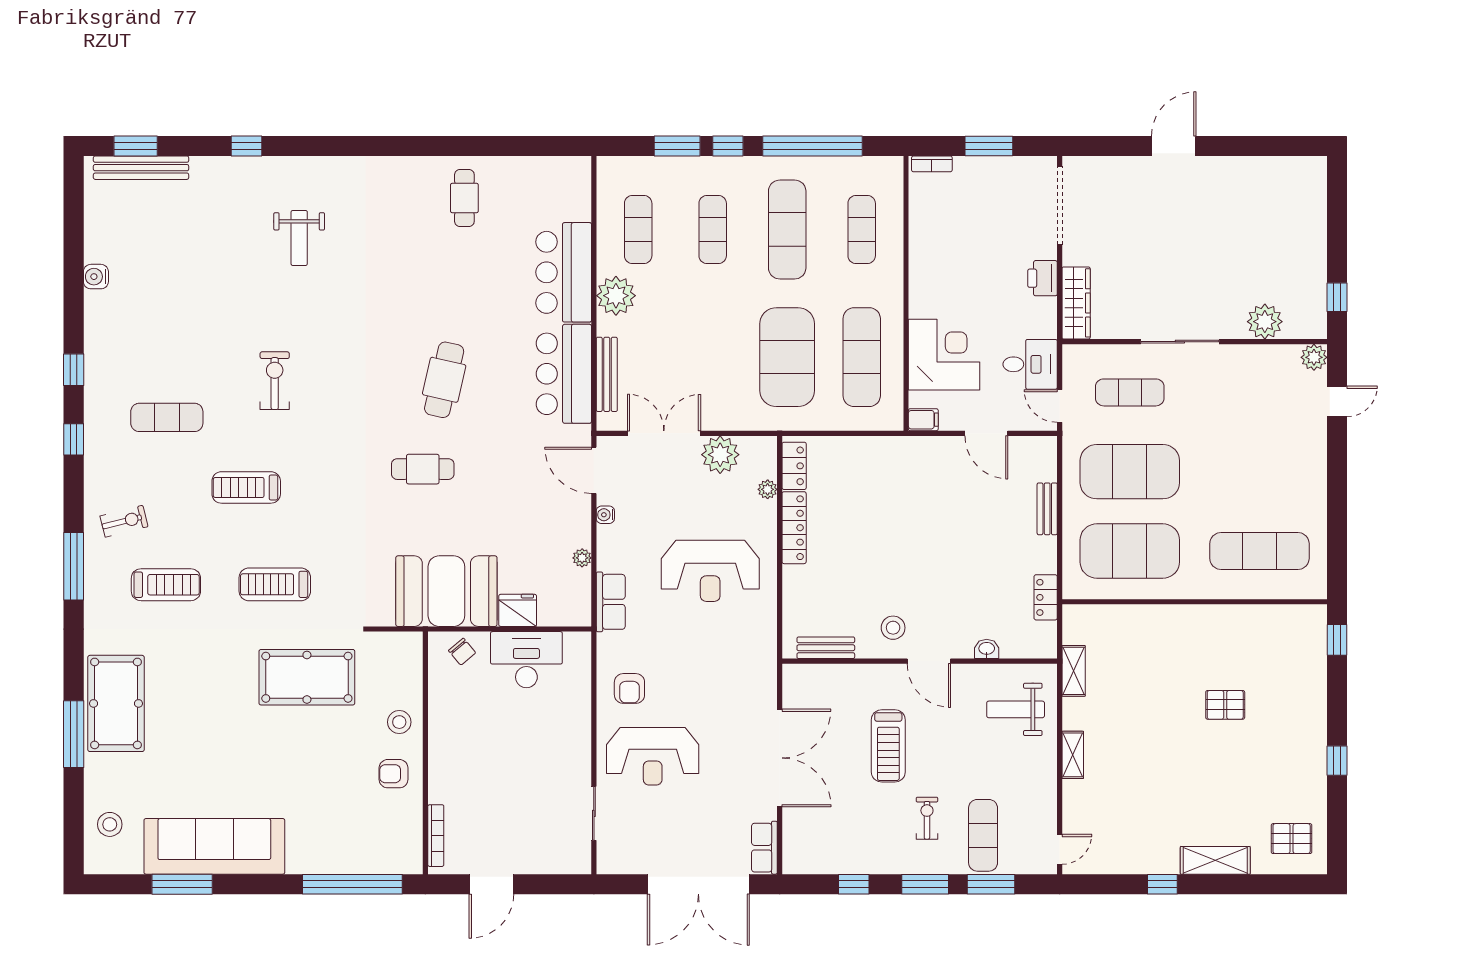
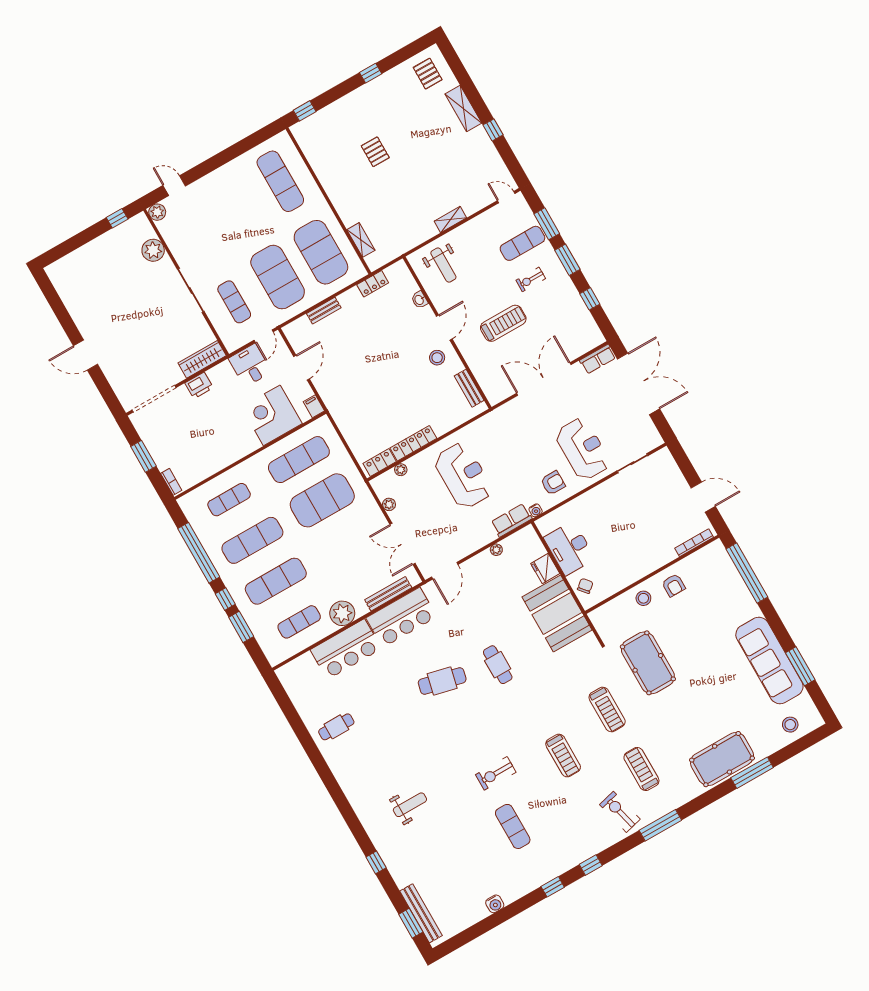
exercise mat: (713, 230) -> (276, 581), width x1.36, depth x1.45
exercise mat: (167, 417) -> (513, 826), moved
plant: (720, 455) -> (389, 504), width x0.53, depth x0.53
water cooler: (605, 515) -> (536, 510), moved
exercise bike: (124, 521) -> (620, 812), width x1.38, depth x1.39
shelving: (1074, 671) -> (361, 240), moved, turned 90

